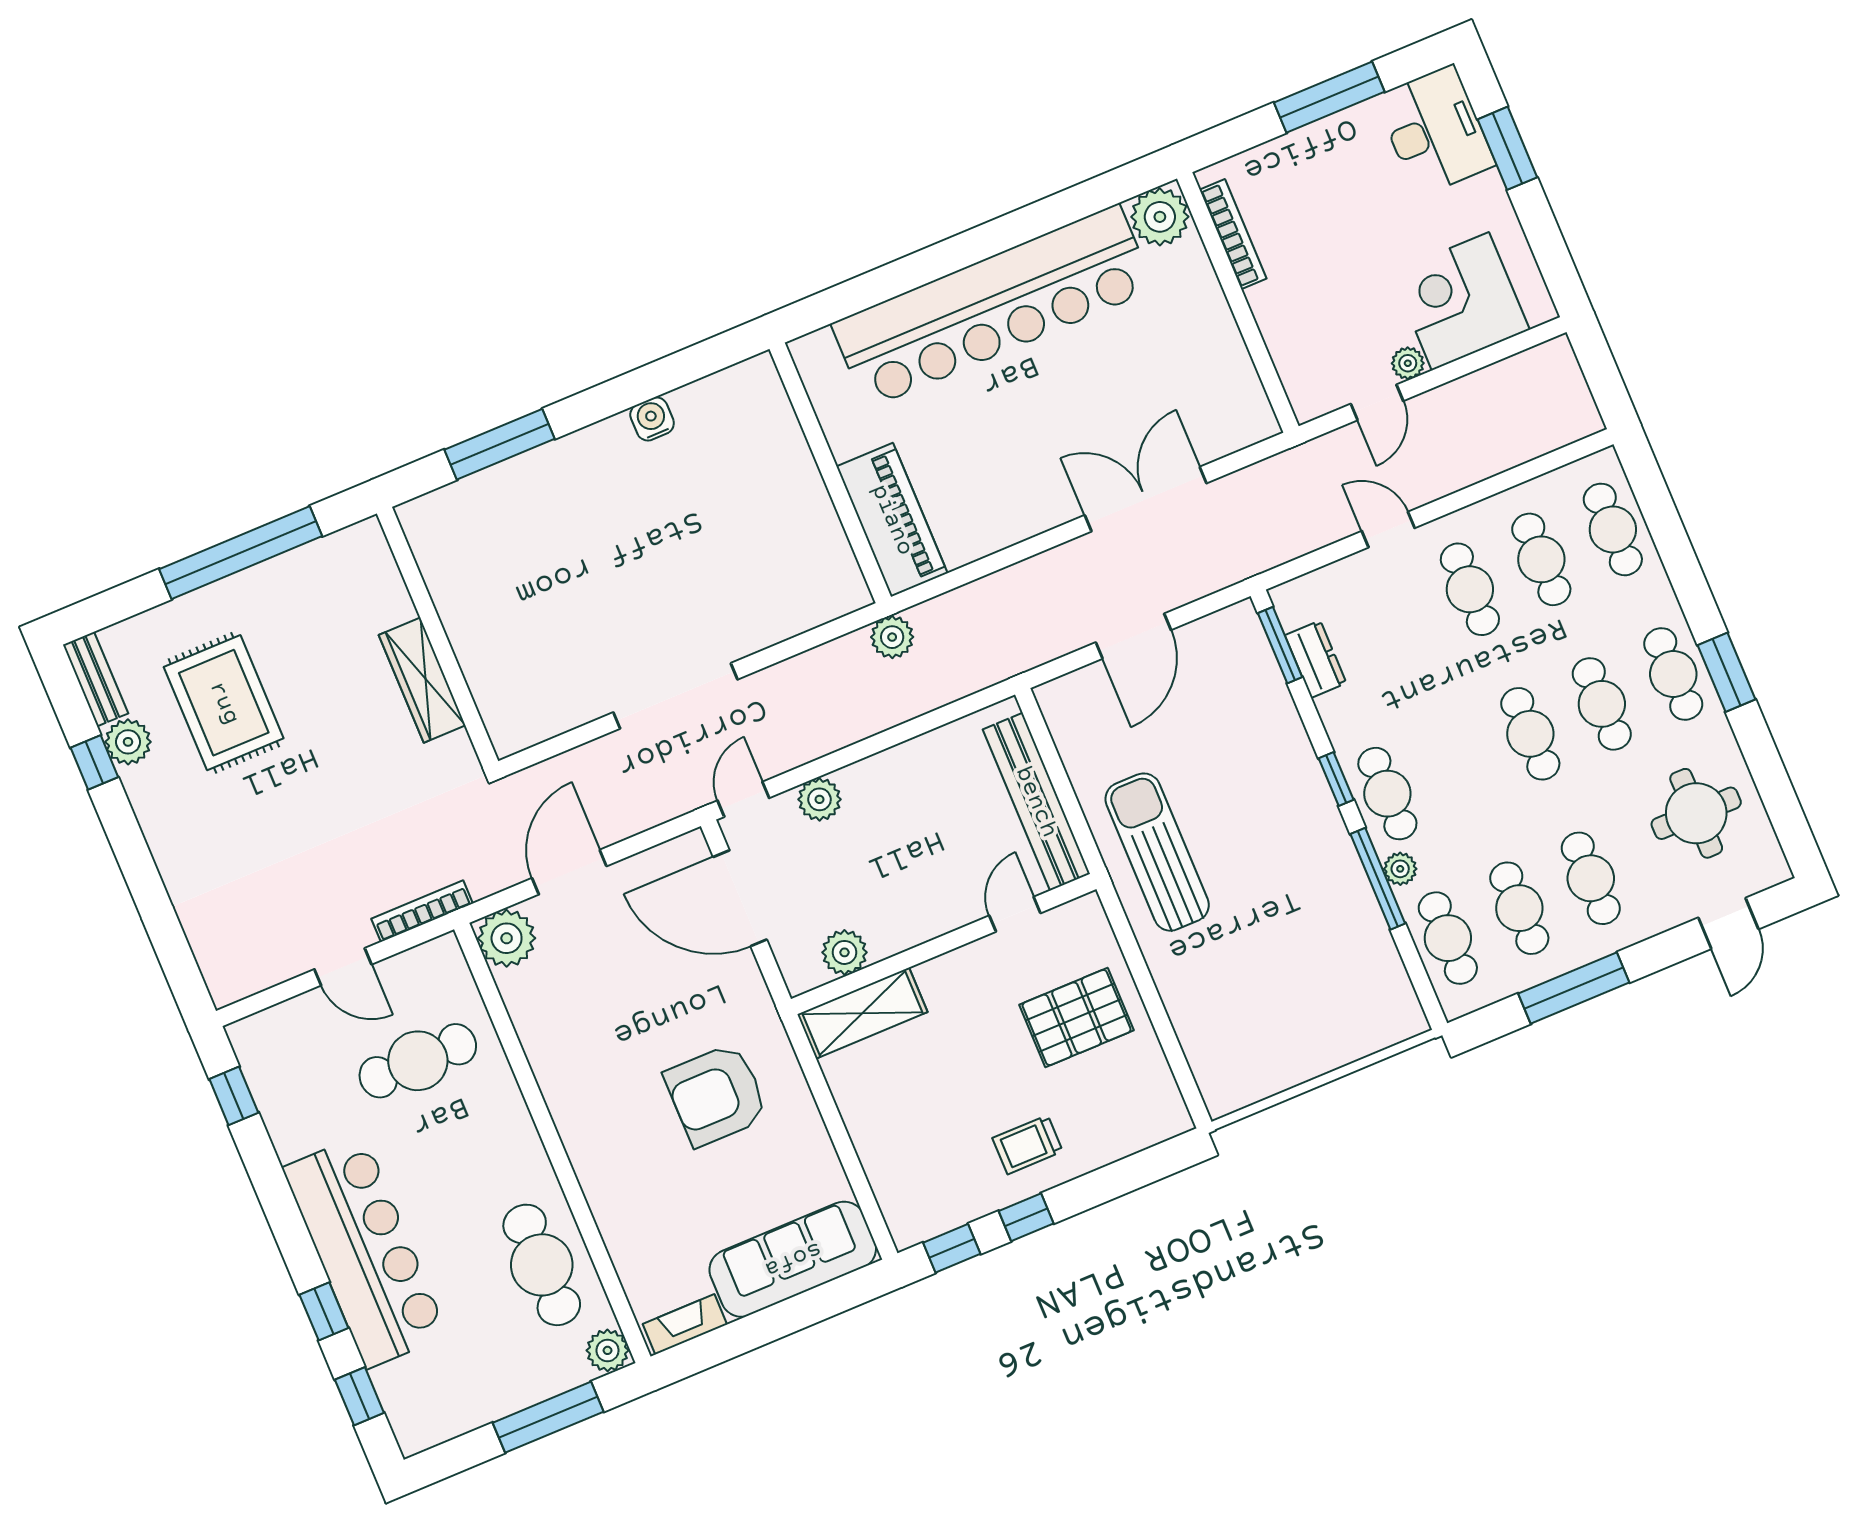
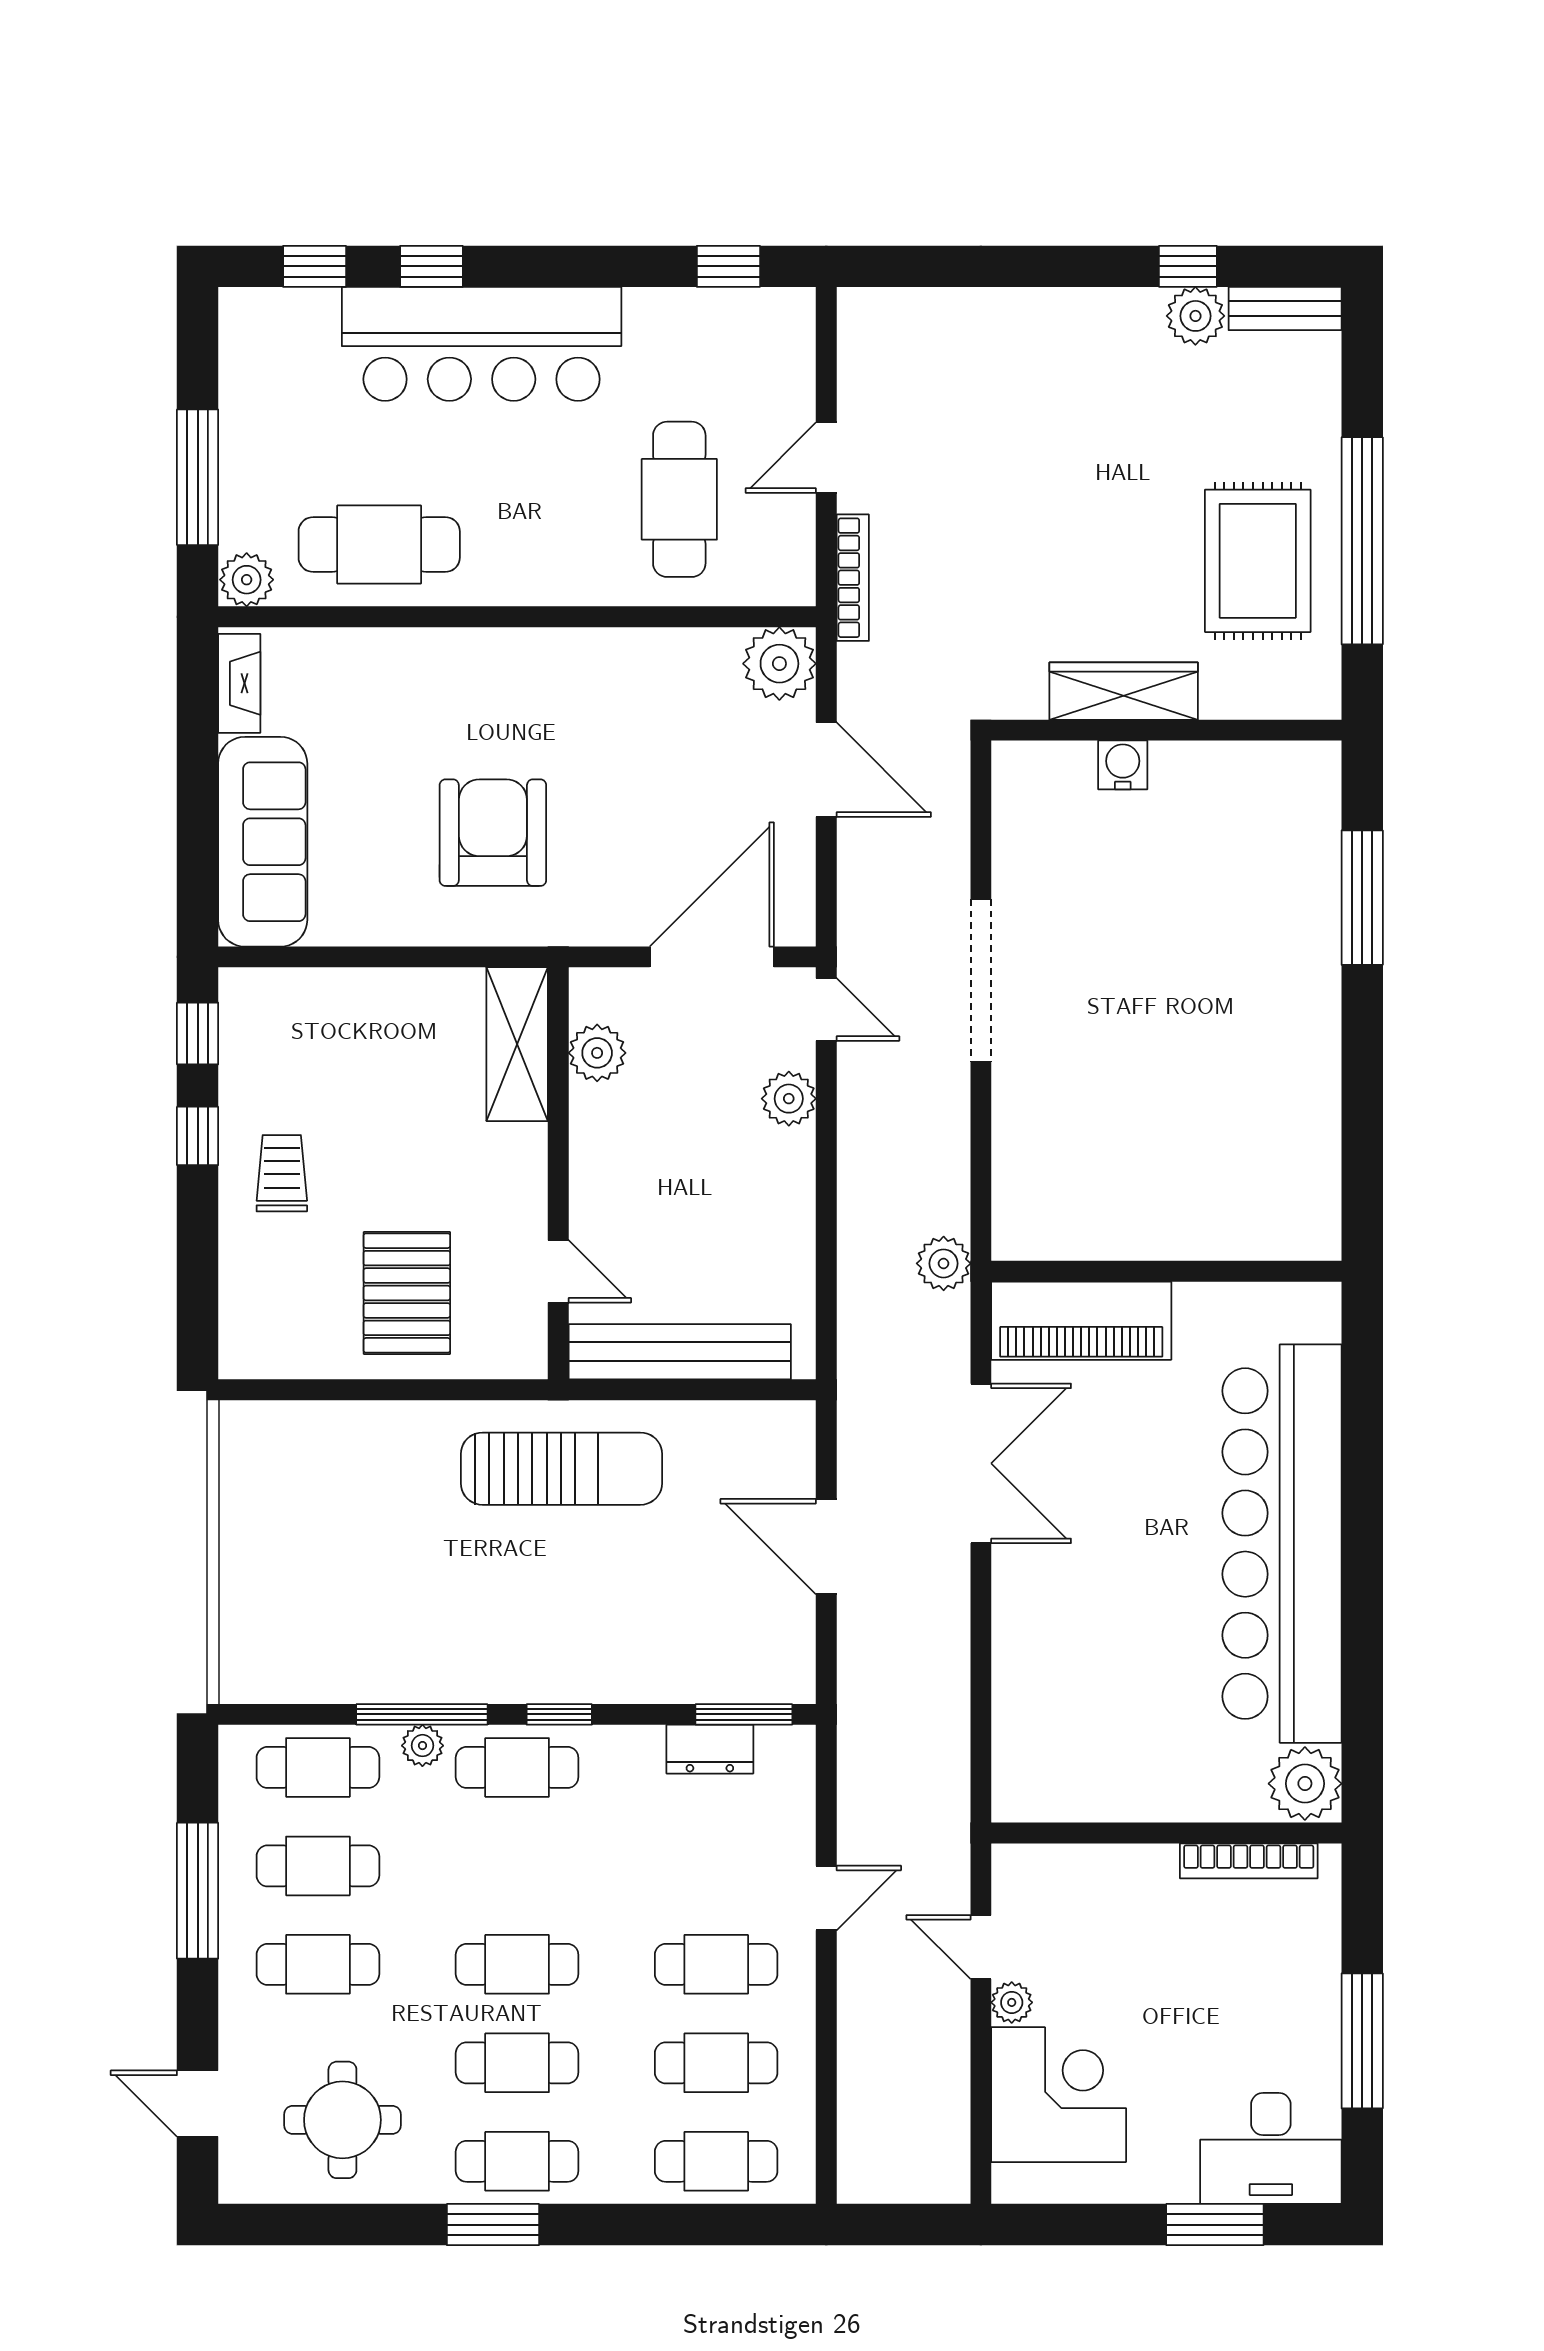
water cooler: (652, 419) -> (1123, 765), moved, turned -90
double door: (1146, 499) -> (981, 1463), moved
rug: (224, 703) -> (1258, 561), moved, turned 90

